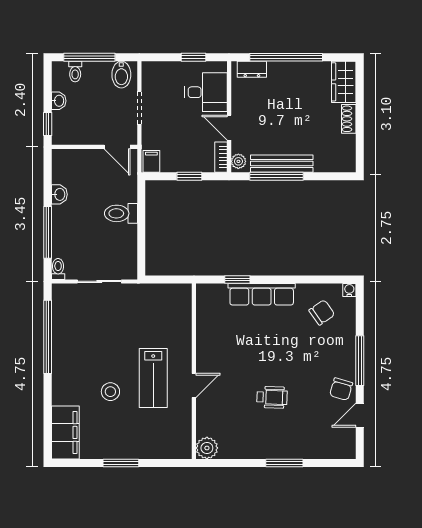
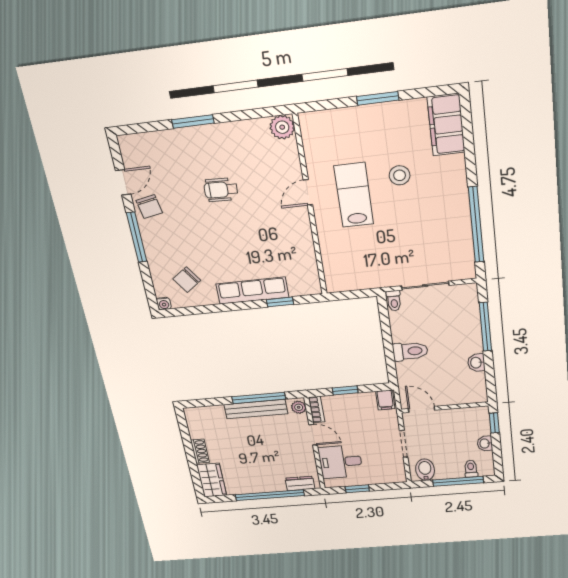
toilet: (58, 269) -> (394, 301), moved
chair: (341, 389) -> (149, 207), turned 153

